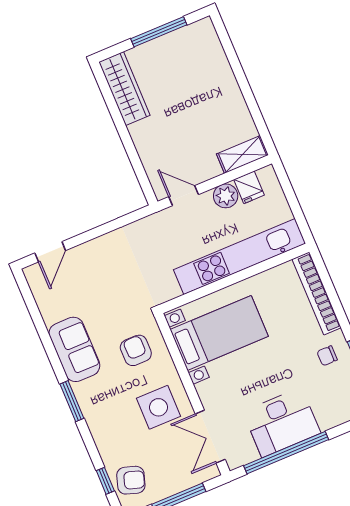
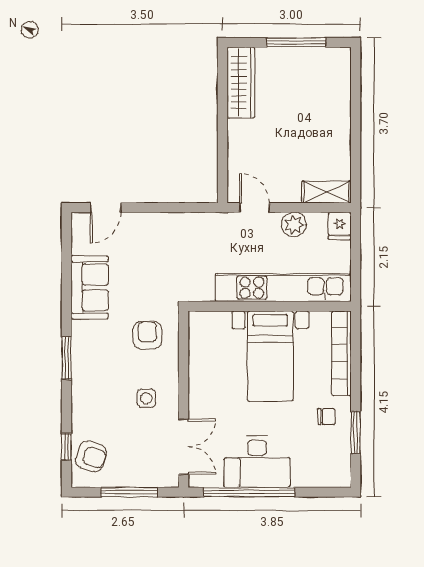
fridge: (249, 187) -> (340, 226), moved
bed with nightstands: (219, 333) -> (270, 356), moved, turned 90
sofa: (74, 349) -> (90, 287), moved
chair: (327, 356) -> (327, 417), turned 180
side table: (158, 407) -> (146, 398), width x0.54, depth x0.54
double door: (210, 437) -> (184, 447), swing flipped

